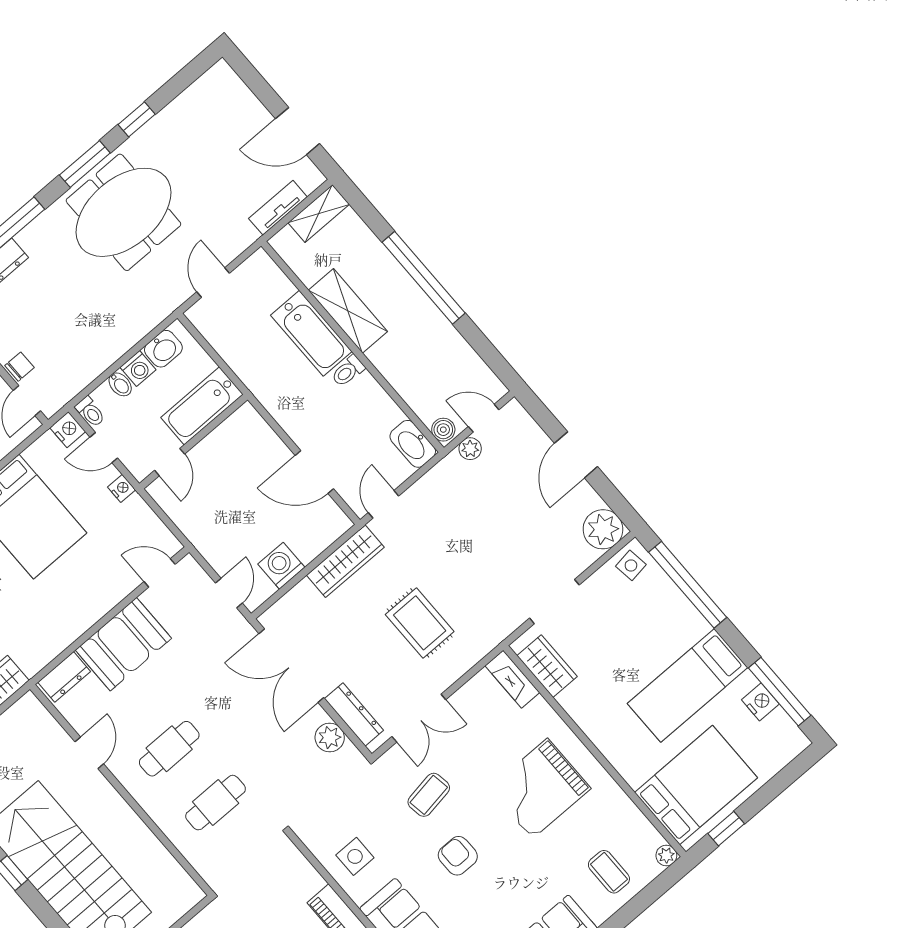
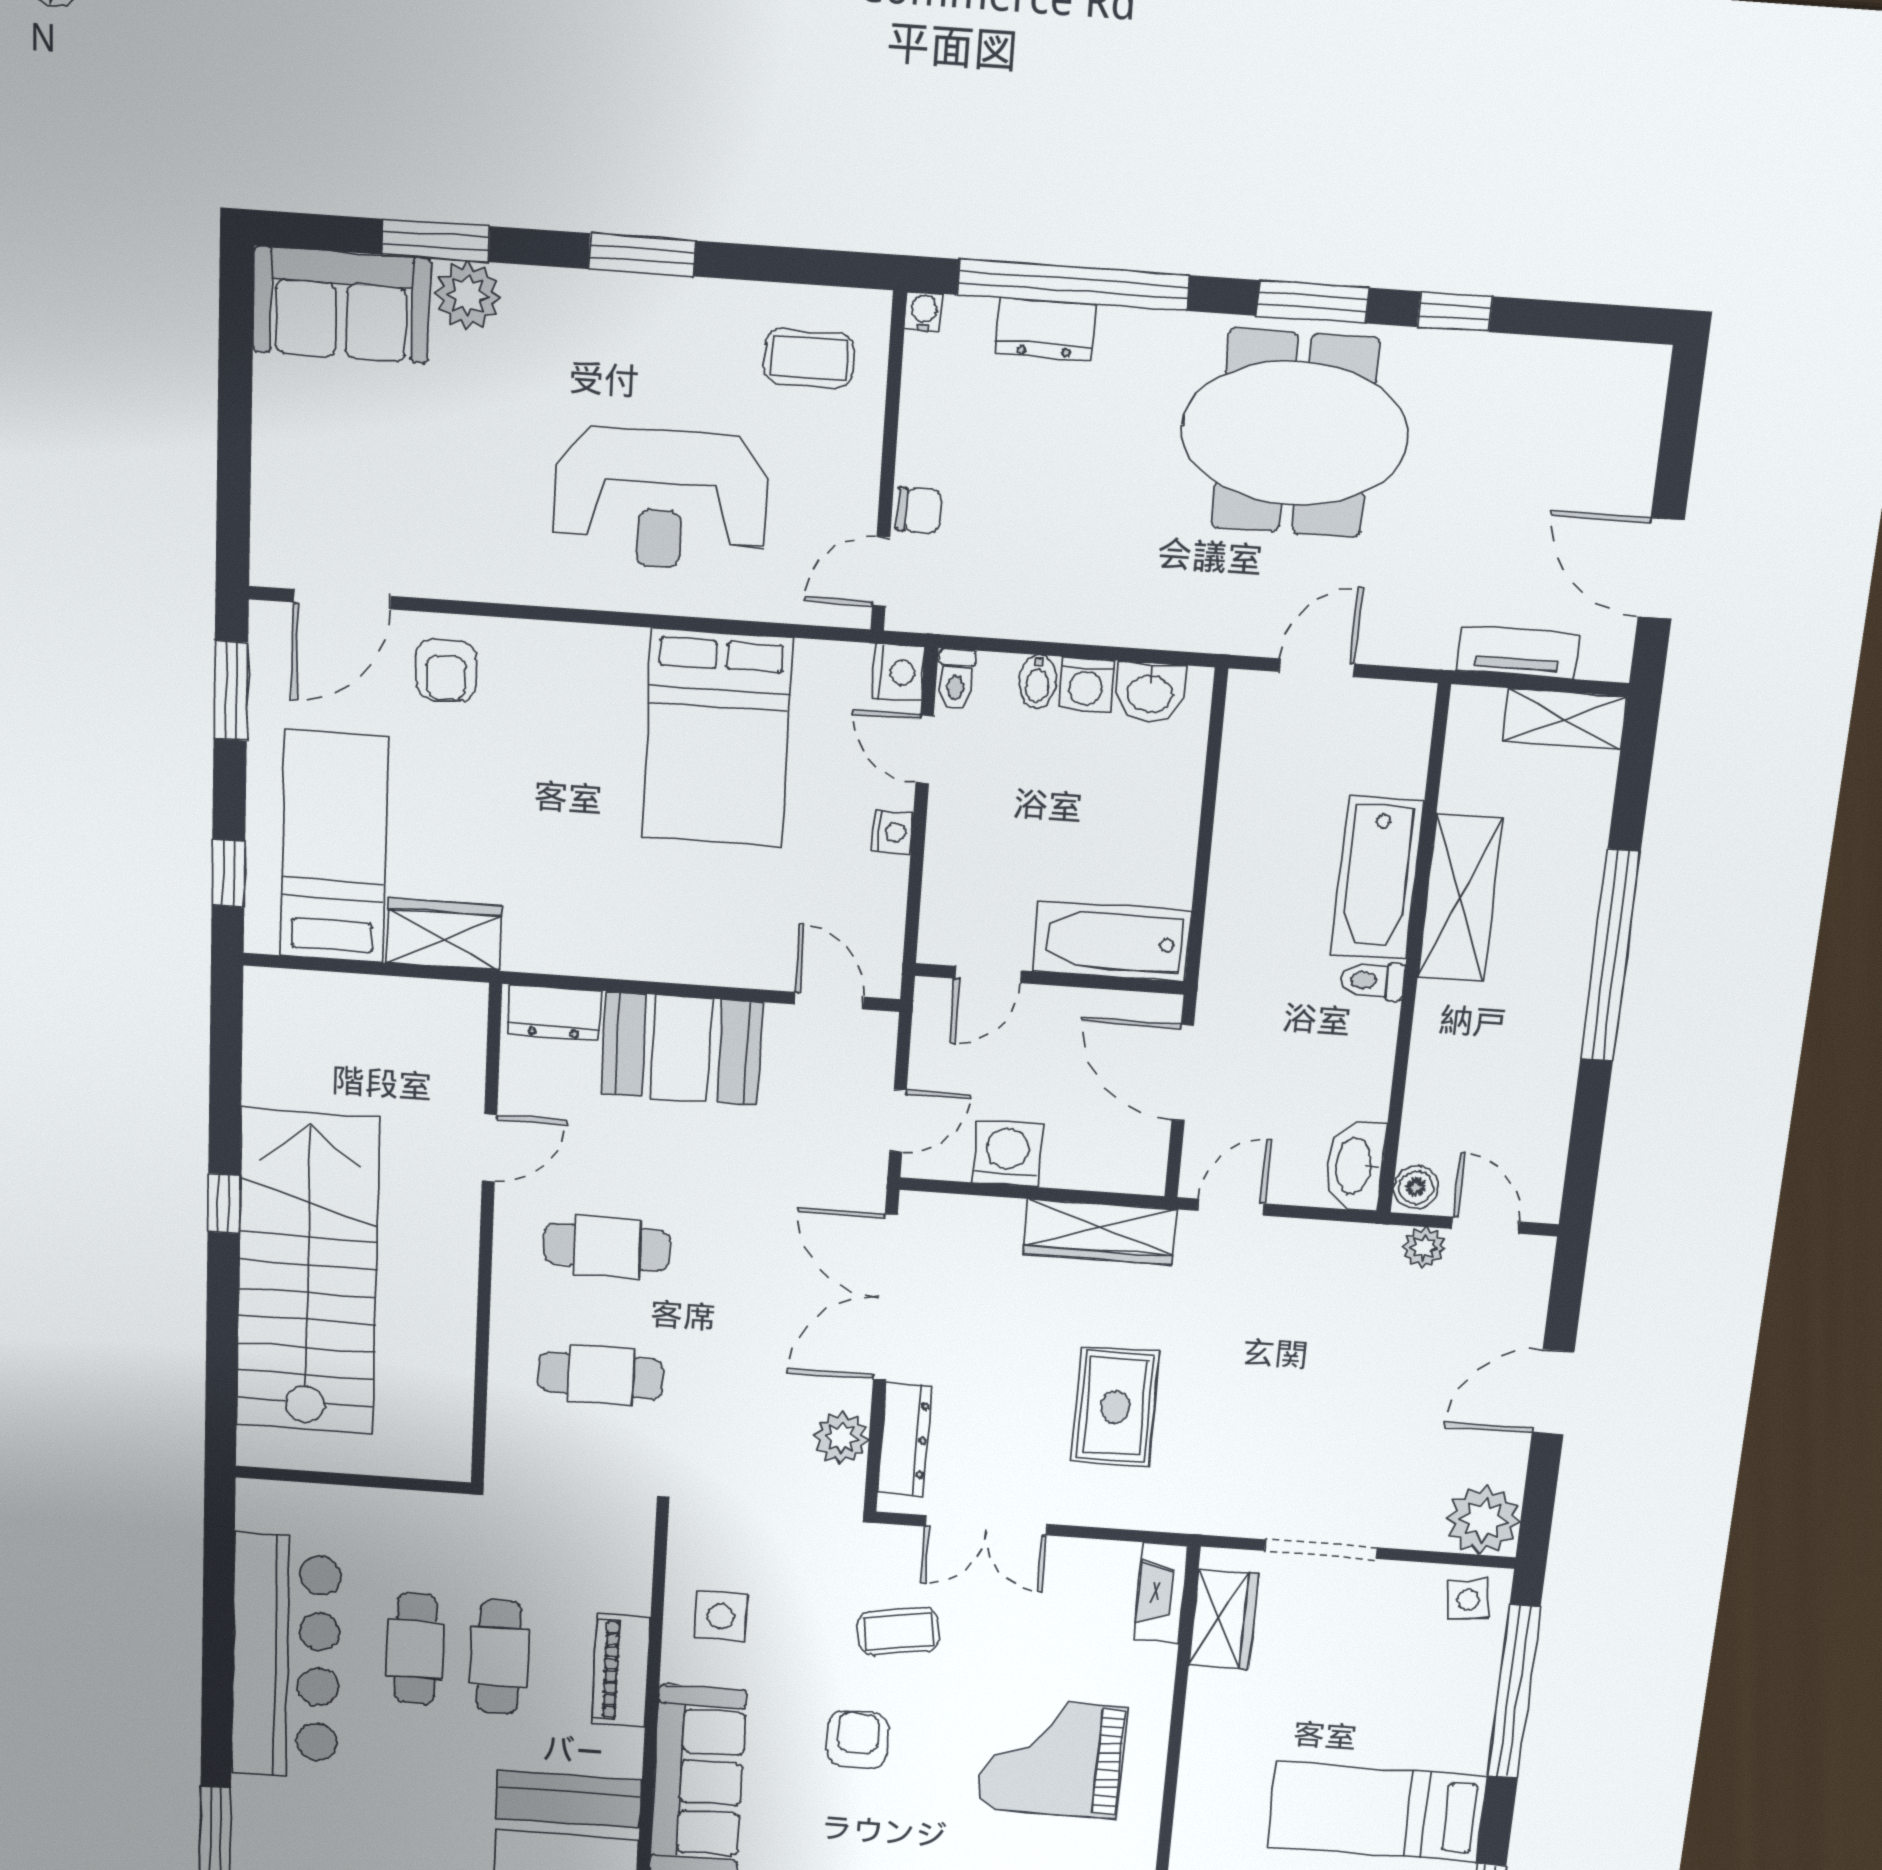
bathtub: (202, 406) -> (1112, 941), moved
wall: (193, 442) -> (1050, 979), moved
door: (170, 462) -> (988, 974), moved

